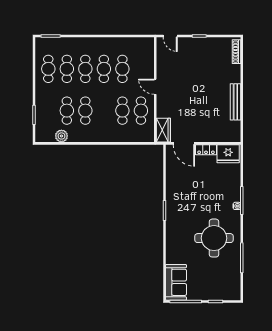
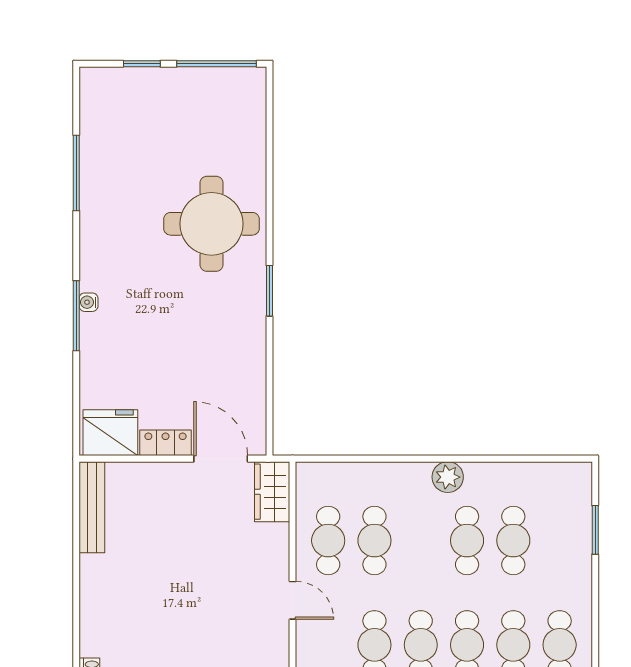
bench: (235, 102) -> (92, 507), moved
plant: (61, 136) -> (448, 477), moved
round table: (214, 238) -> (211, 224), moved
sofa: (176, 282) -> (241, 111), removed

